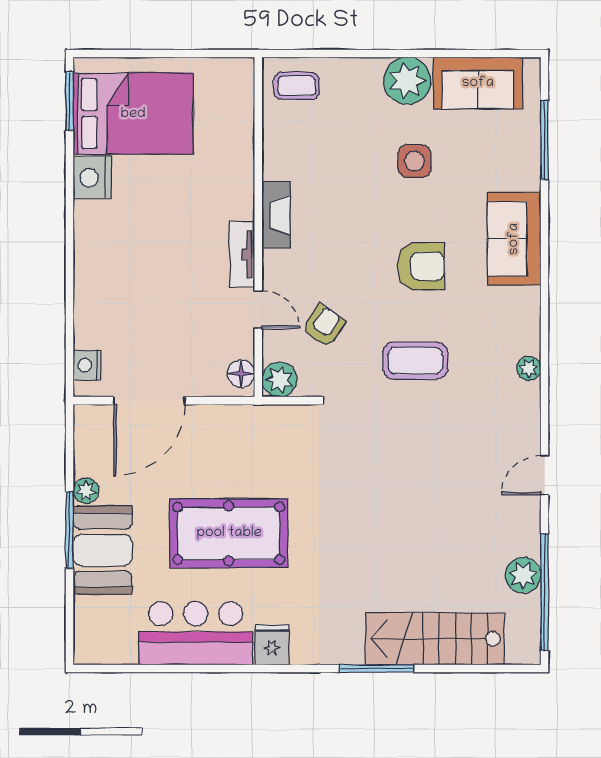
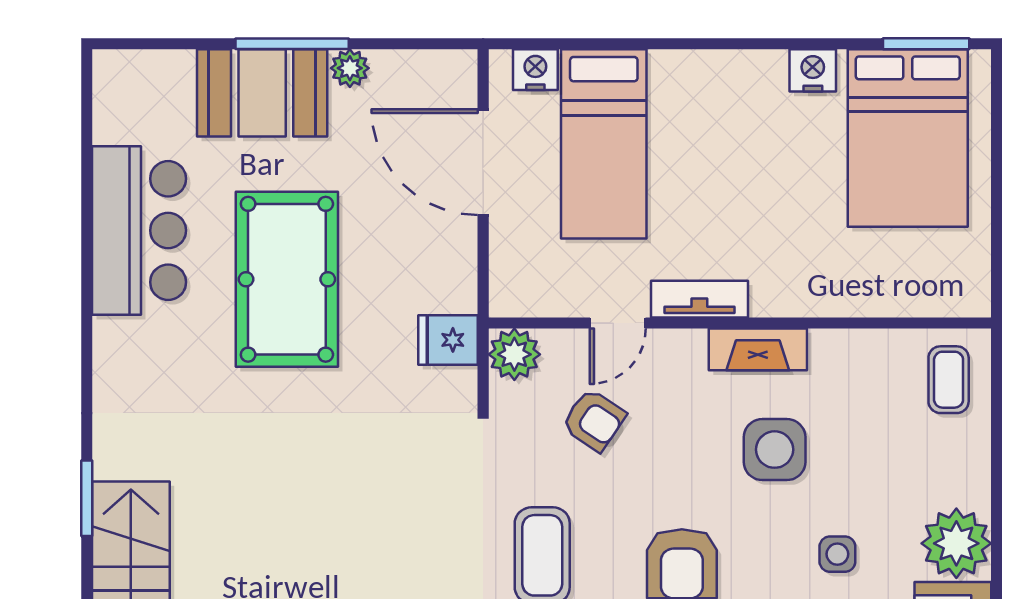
side table: (415, 161) -> (837, 554), width x0.73, depth x0.73
nightstand: (92, 178) -> (813, 70), width x0.74, depth x0.75
side table: (344, 204) -> (775, 450), added
bed: (137, 319) -> (604, 144), added
floor lamp: (241, 374) -> (523, 297), removed
fridge: (272, 645) -> (448, 340), moved, turned 180
window: (377, 669) -> (87, 498), width x0.69

